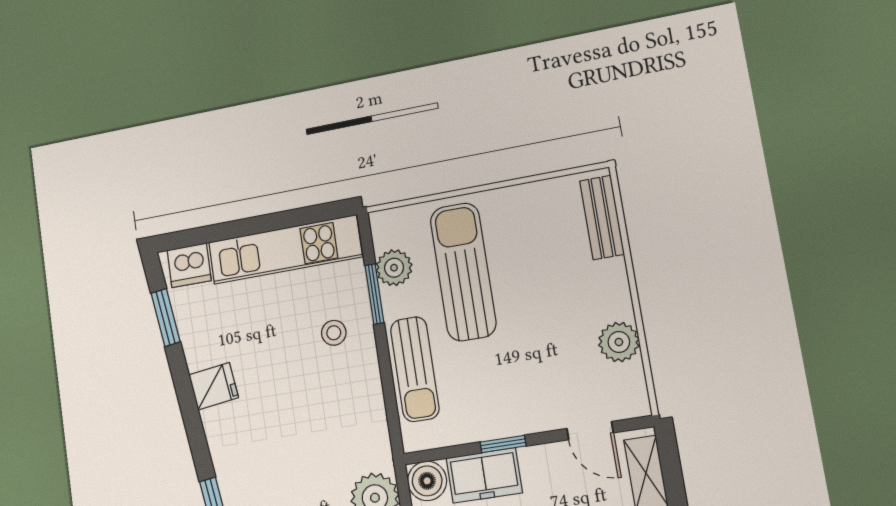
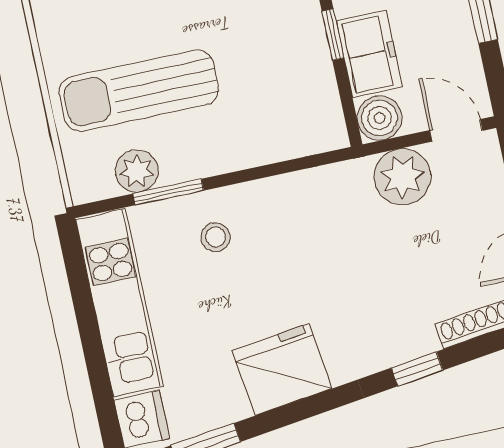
sun lounger: (415, 369) -> (253, 140), removed
fridge: (214, 386) -> (282, 369), width x1.88, depth x1.34

